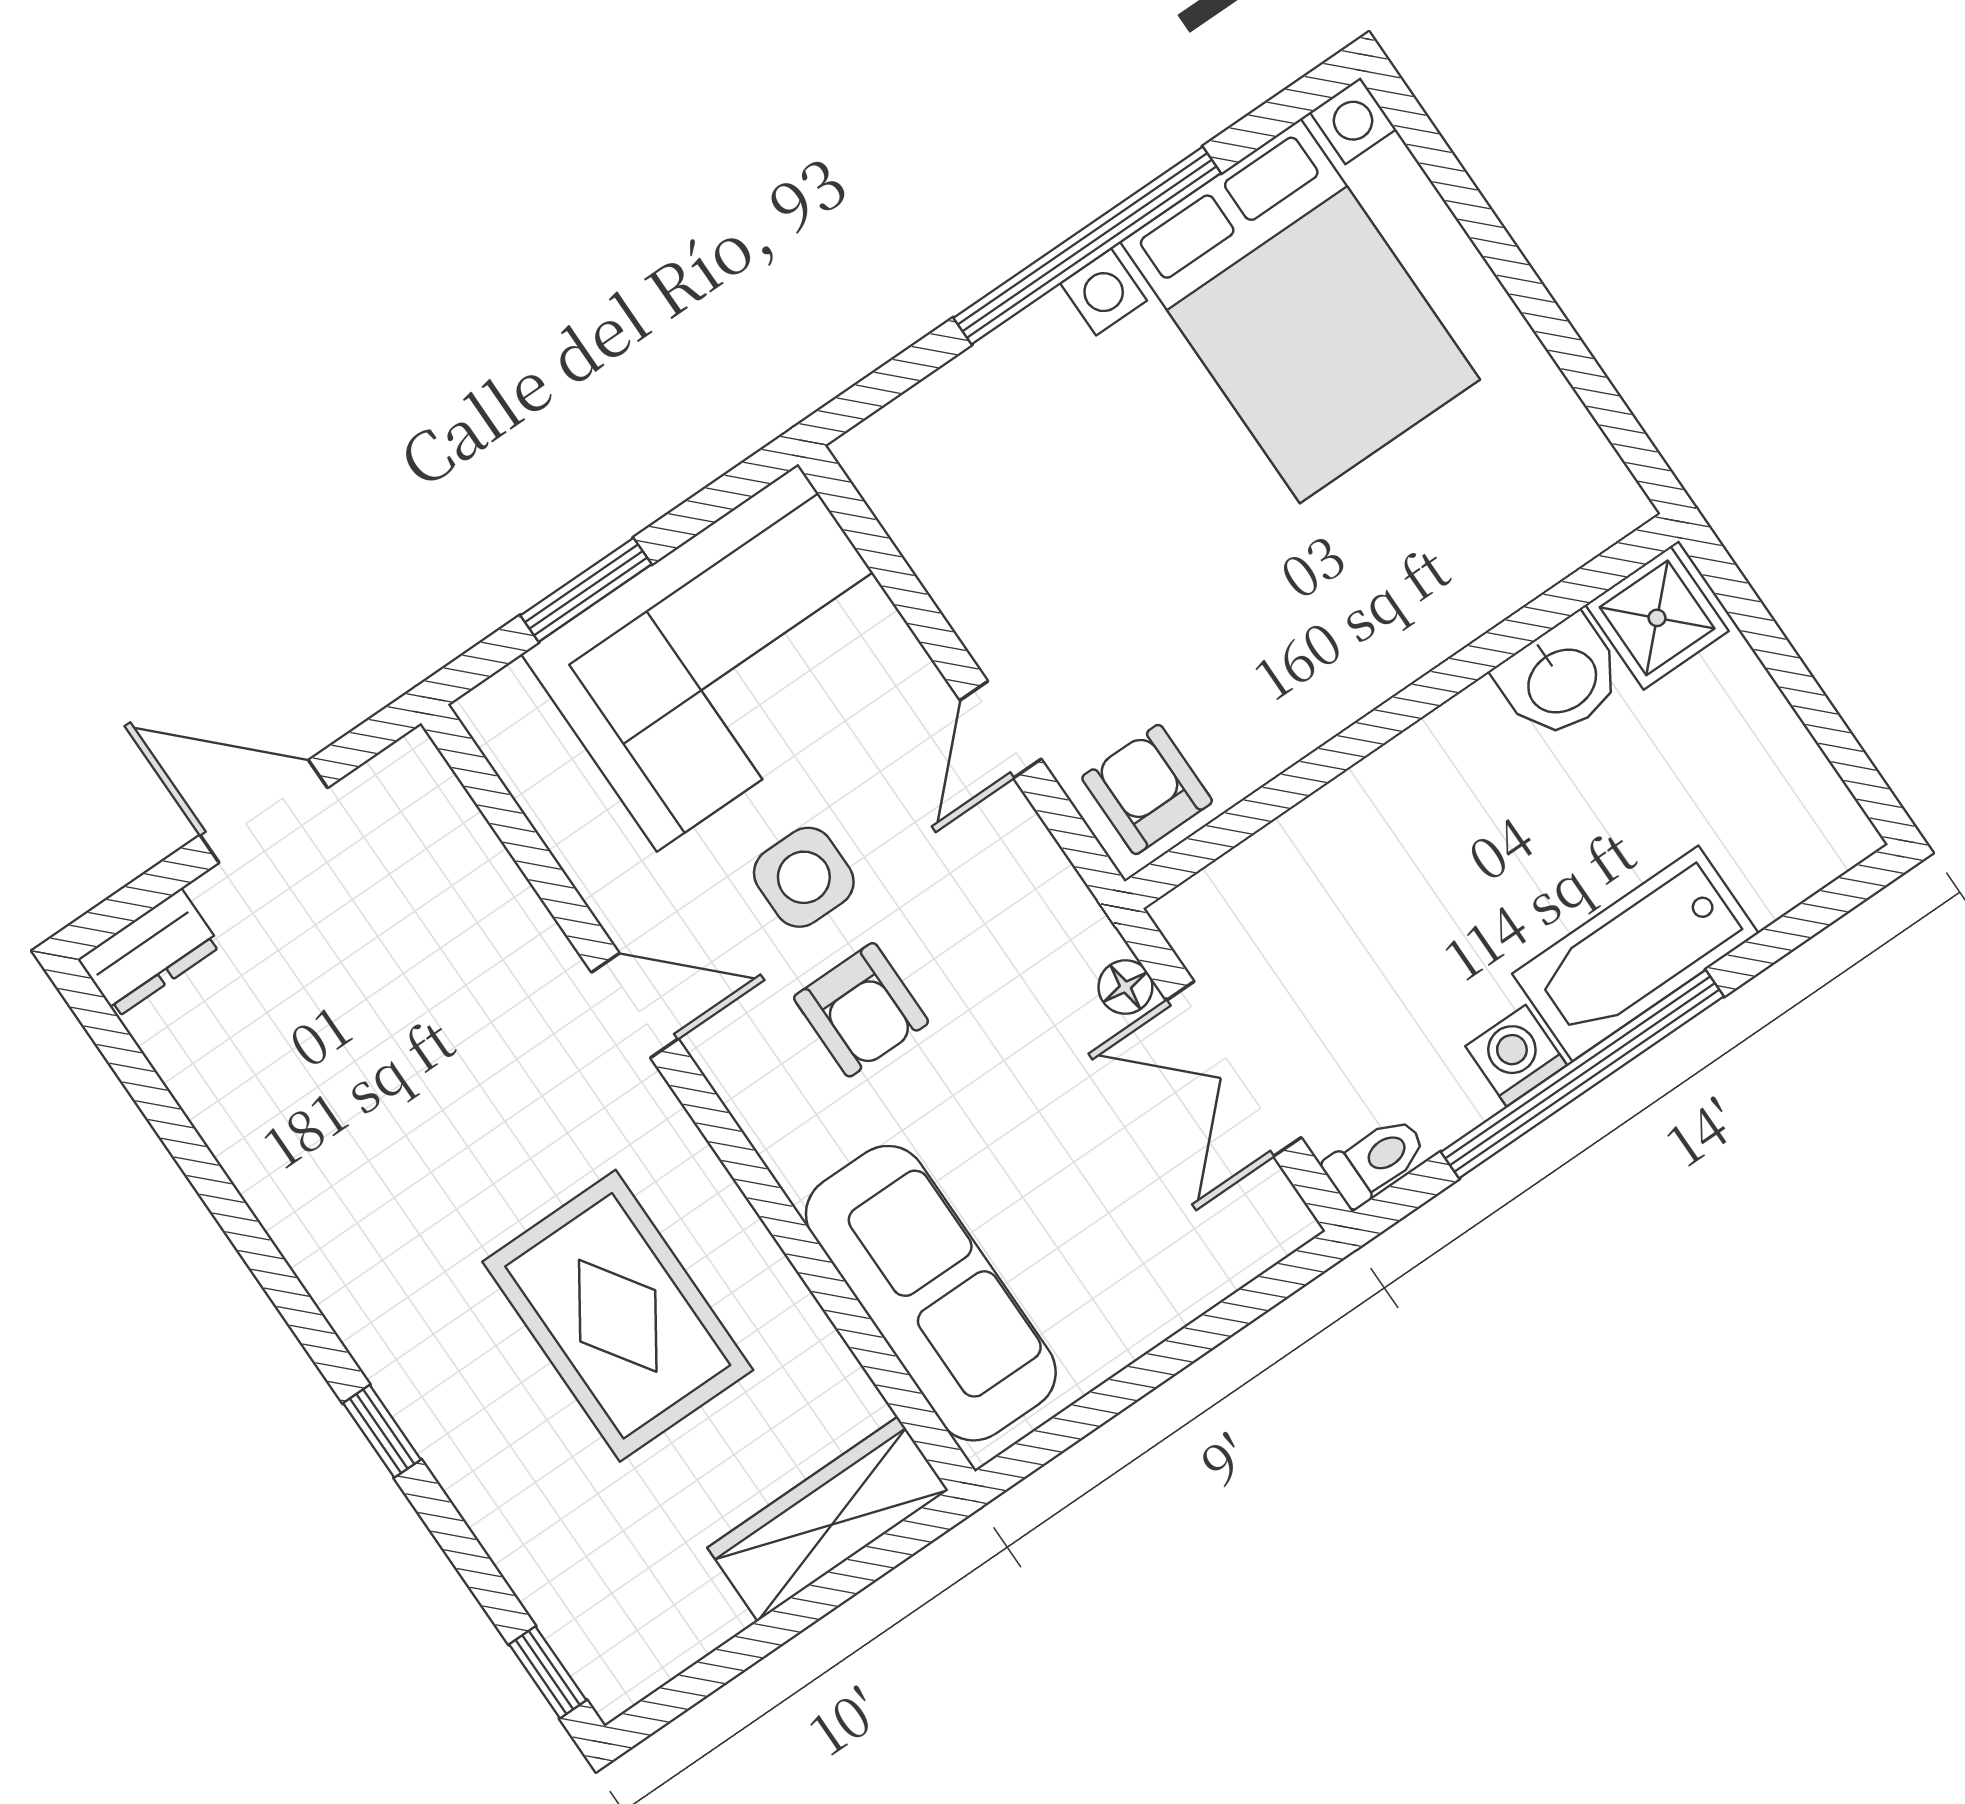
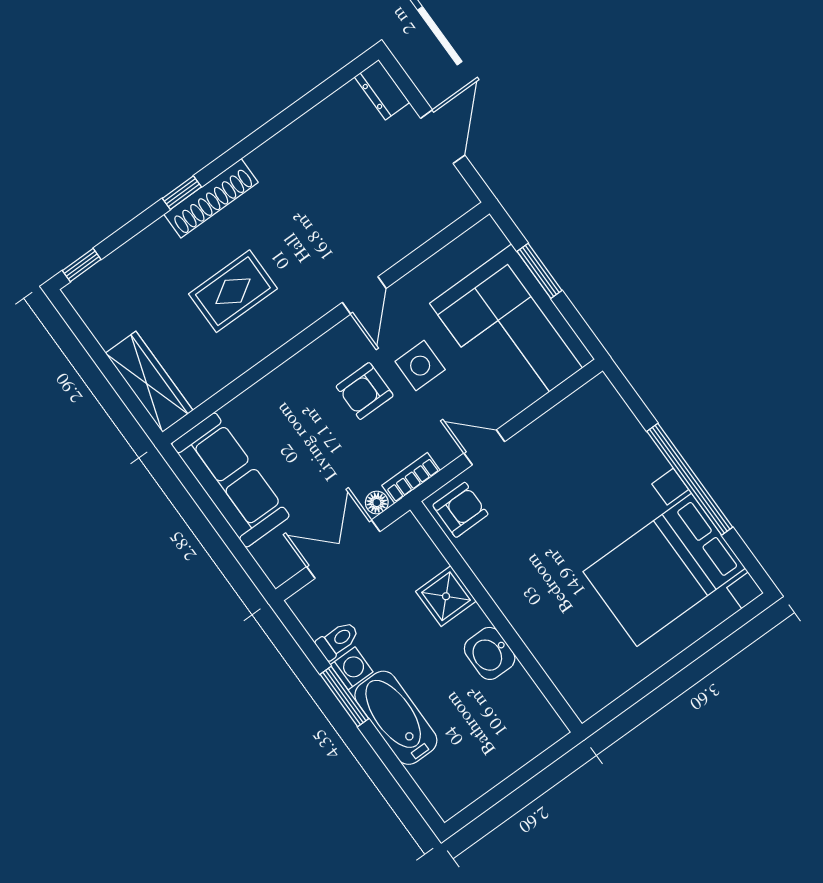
shower: (1657, 618) -> (446, 596), moved
washbasin: (1561, 679) -> (490, 653), moved
bookcase: (1069, 905) -> (411, 478), added
window: (1582, 1074) -> (344, 697), width x0.47
toilet: (1375, 1161) -> (338, 640), moved, turned -90
sofa: (931, 1293) -> (230, 480), moved, turned -90
rug: (618, 1316) -> (233, 291), width x0.73, depth x0.70
shoe rack: (397, 1363) -> (211, 198), added

